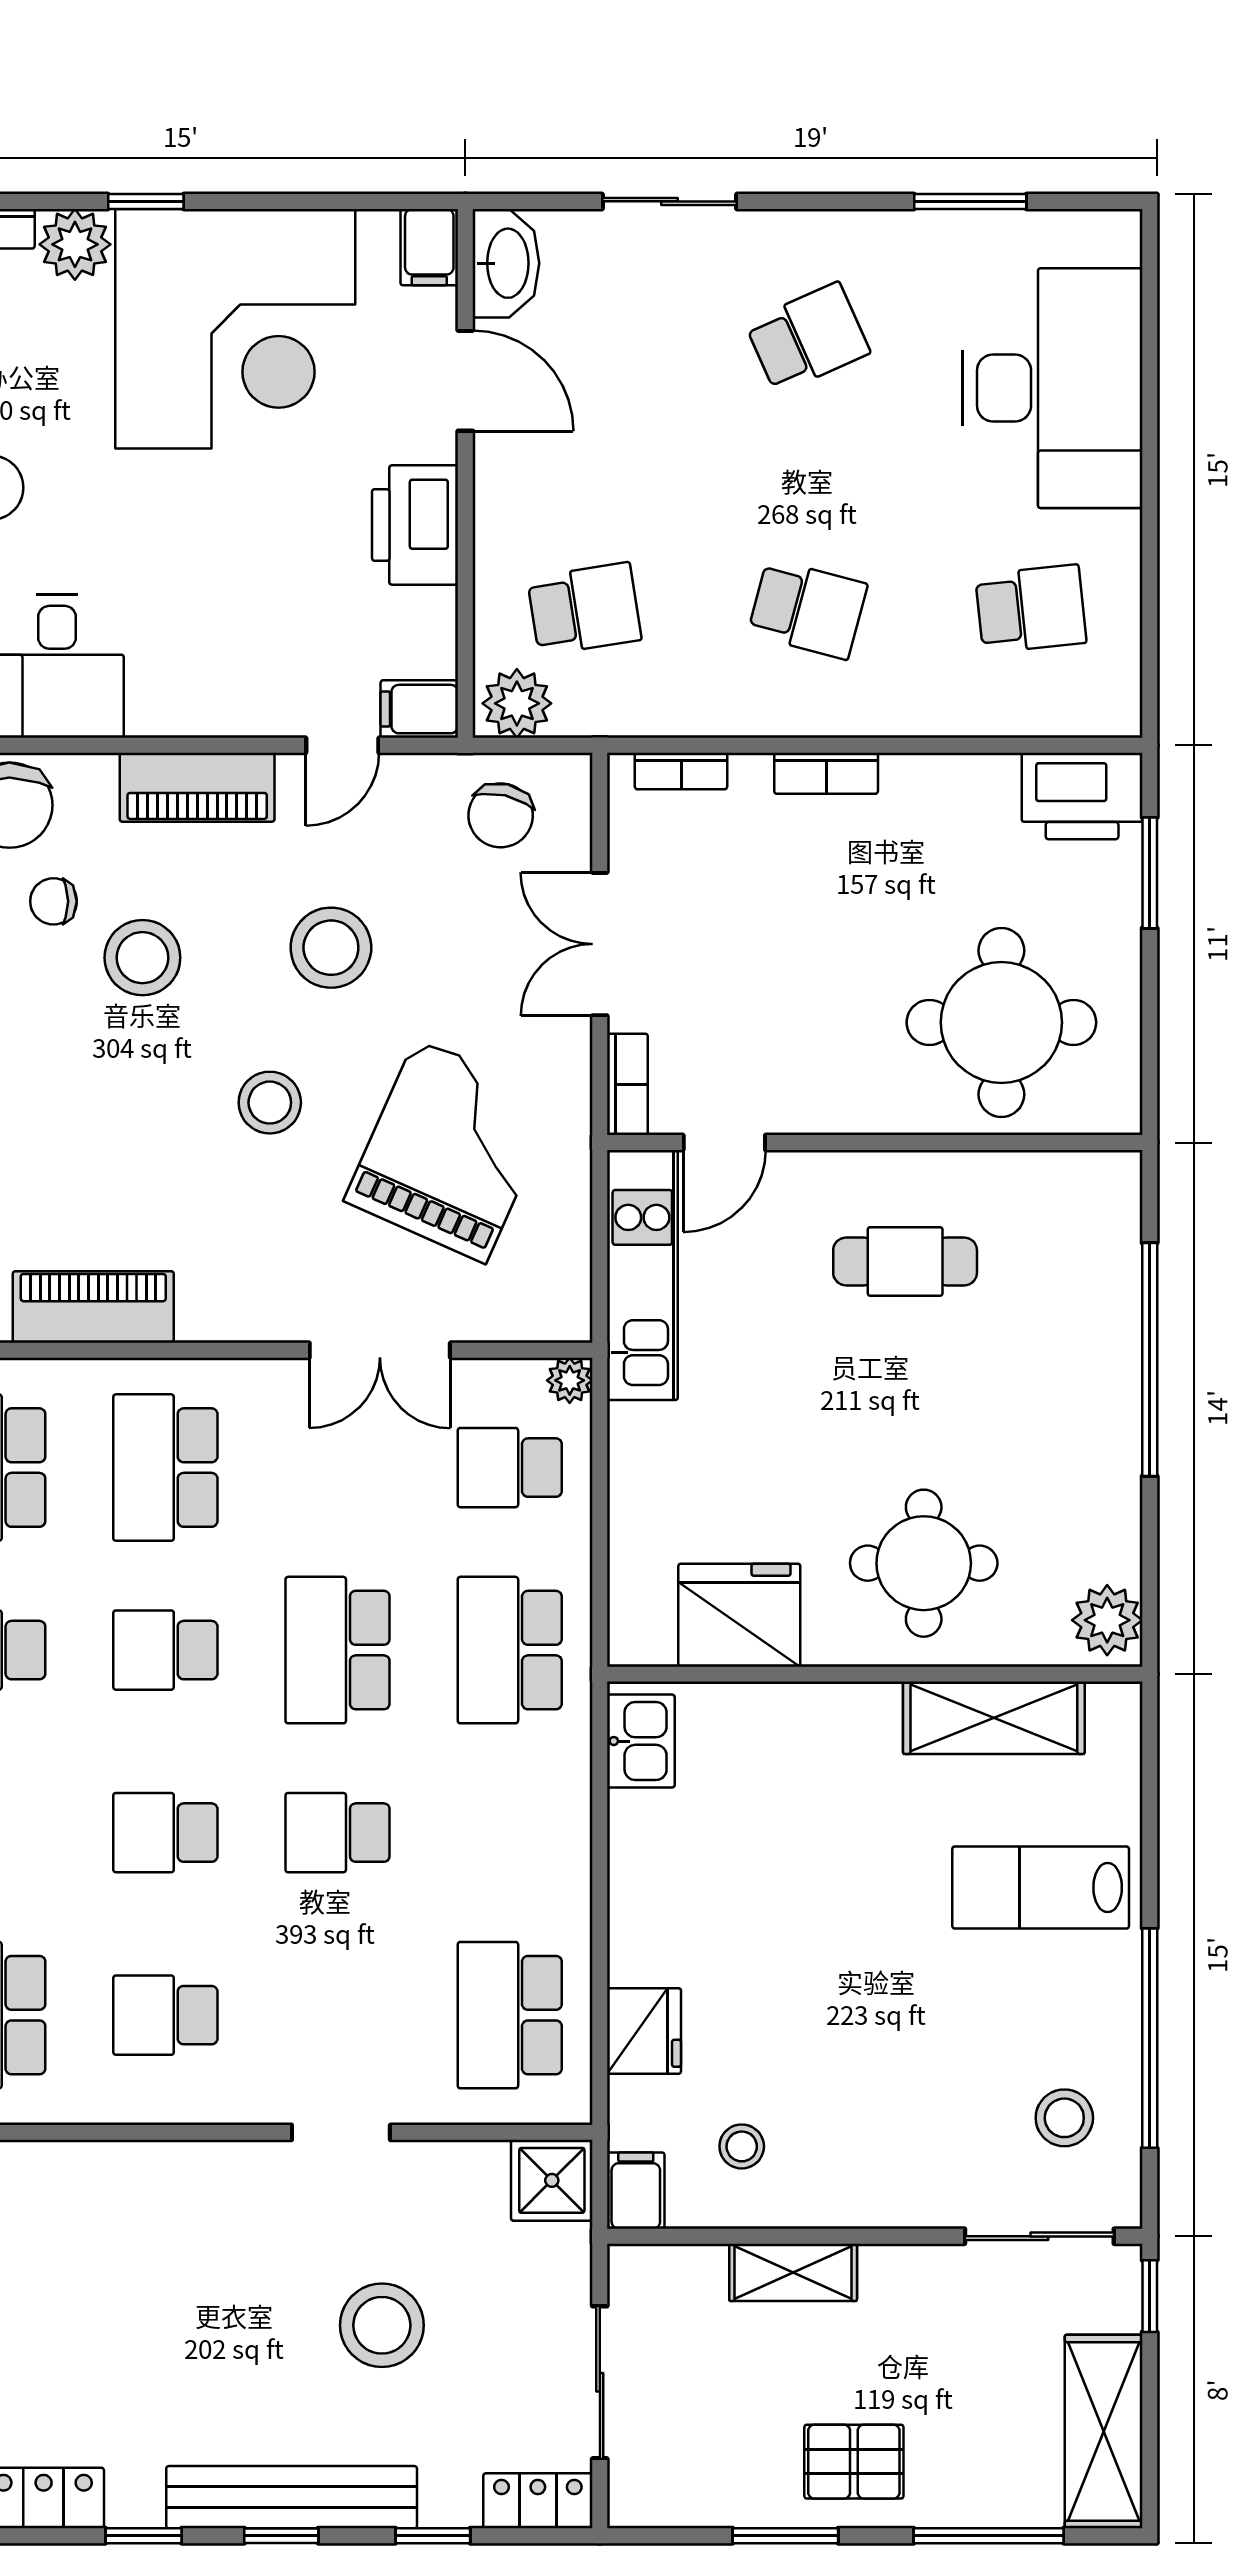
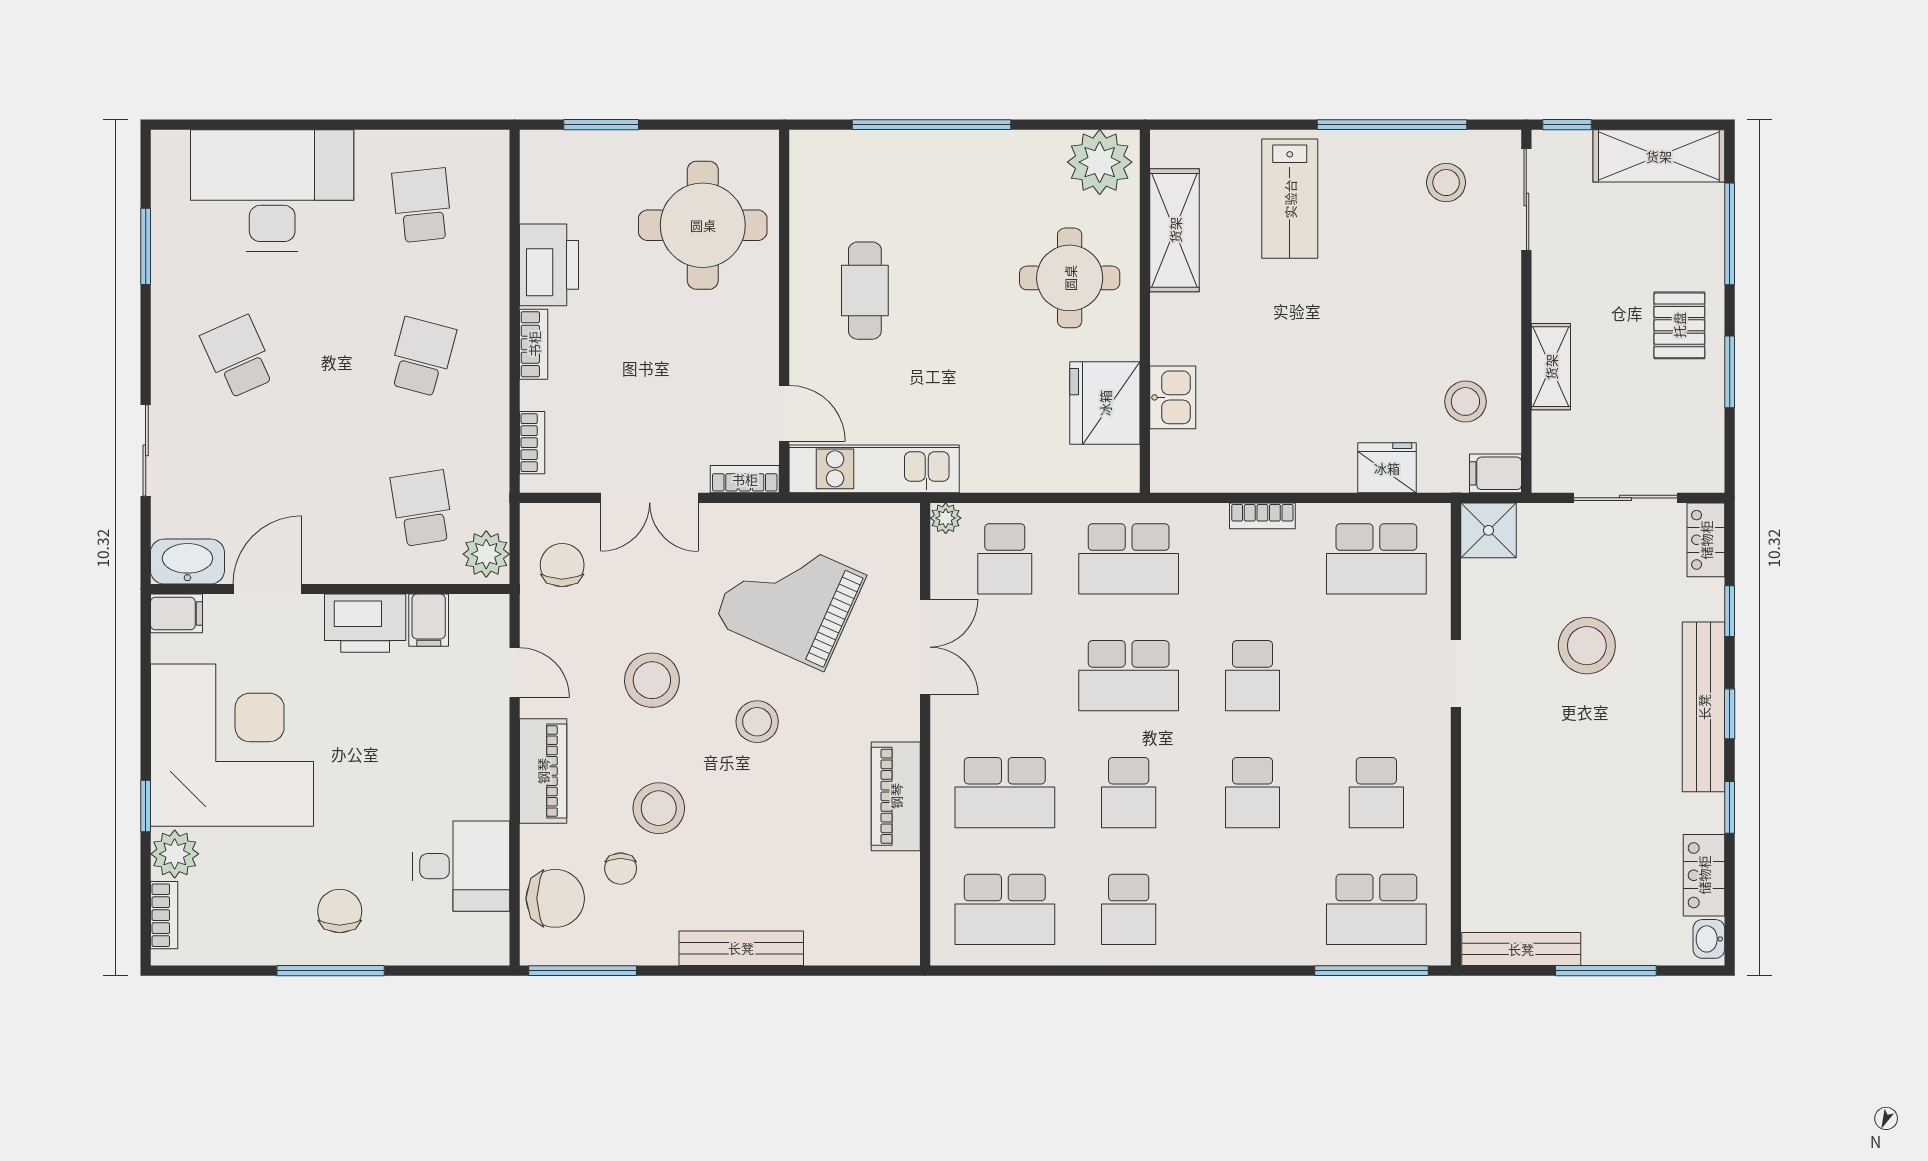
filing cabinet: (419, 709) -> (429, 620), moved
printer: (1082, 796) -> (549, 265), moved
chair: (501, 815) -> (562, 565), turned -103
piano: (93, 1307) -> (896, 796), moved
plant: (1107, 1620) -> (1100, 162), width x1.36, depth x1.36
kitchen sink: (641, 1741) -> (1173, 397), moved, turned 90
bookcase: (573, 1847) -> (1262, 516), added
stool: (742, 2146) -> (1465, 401), width x1.37, depth x1.37

